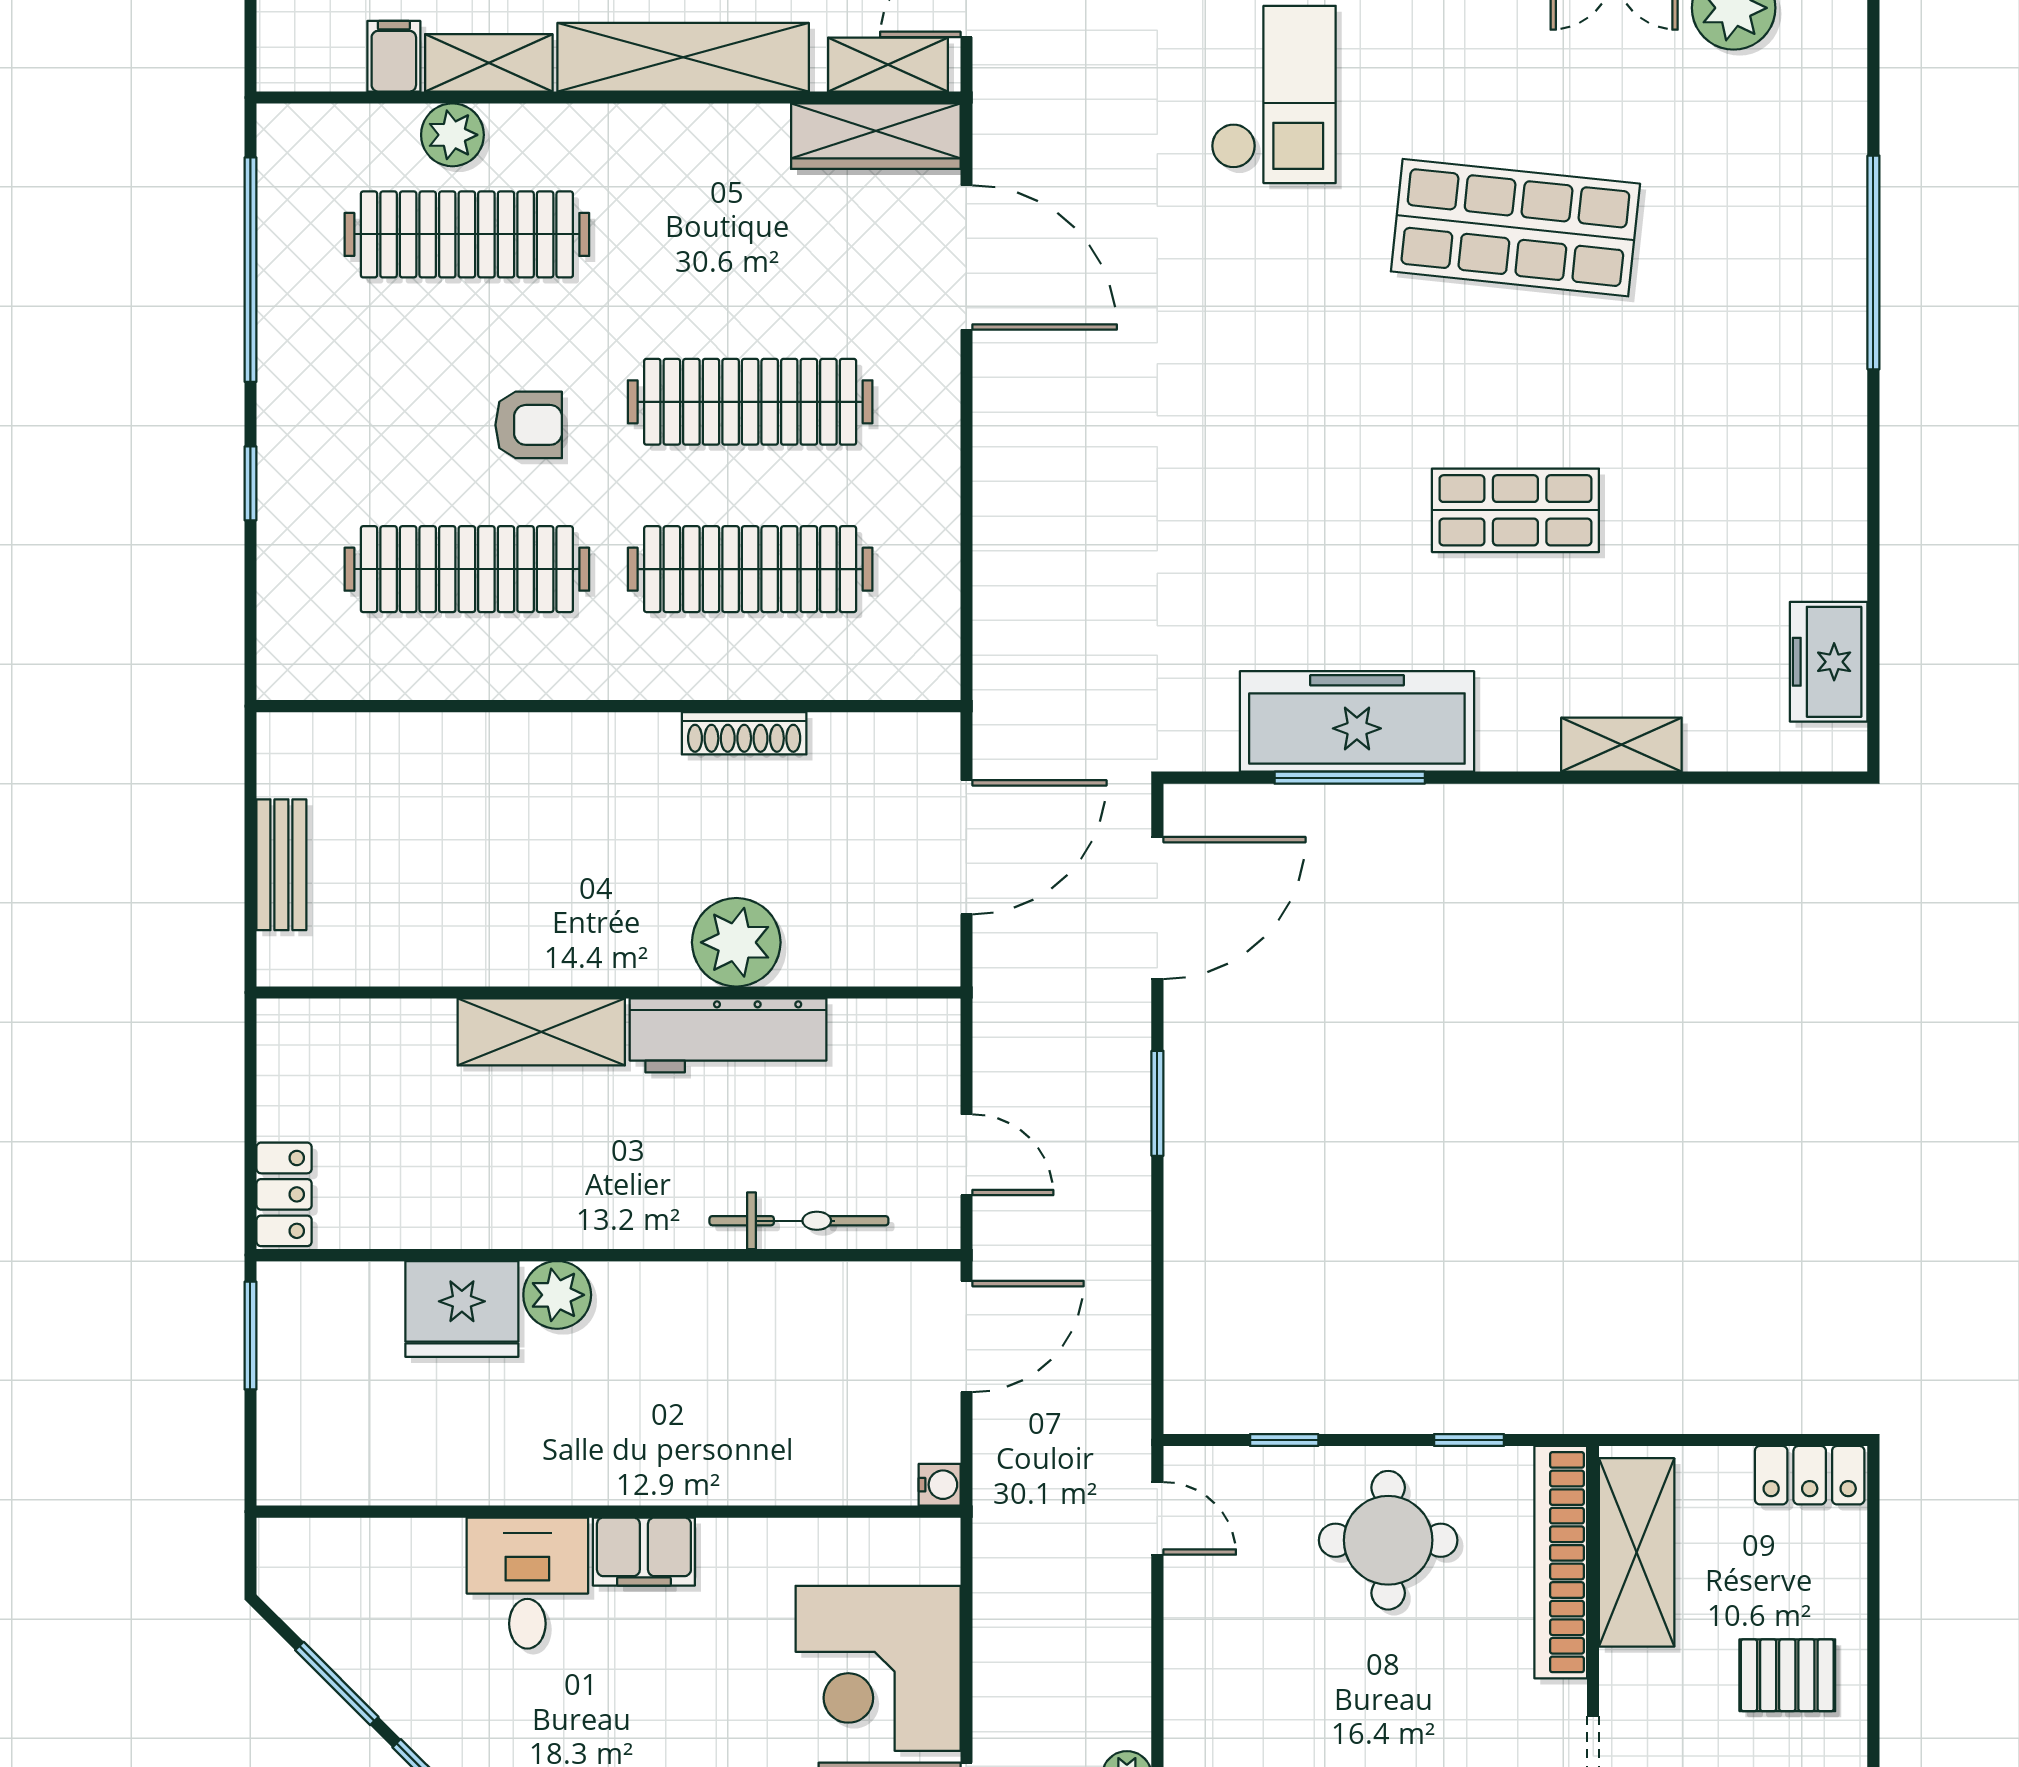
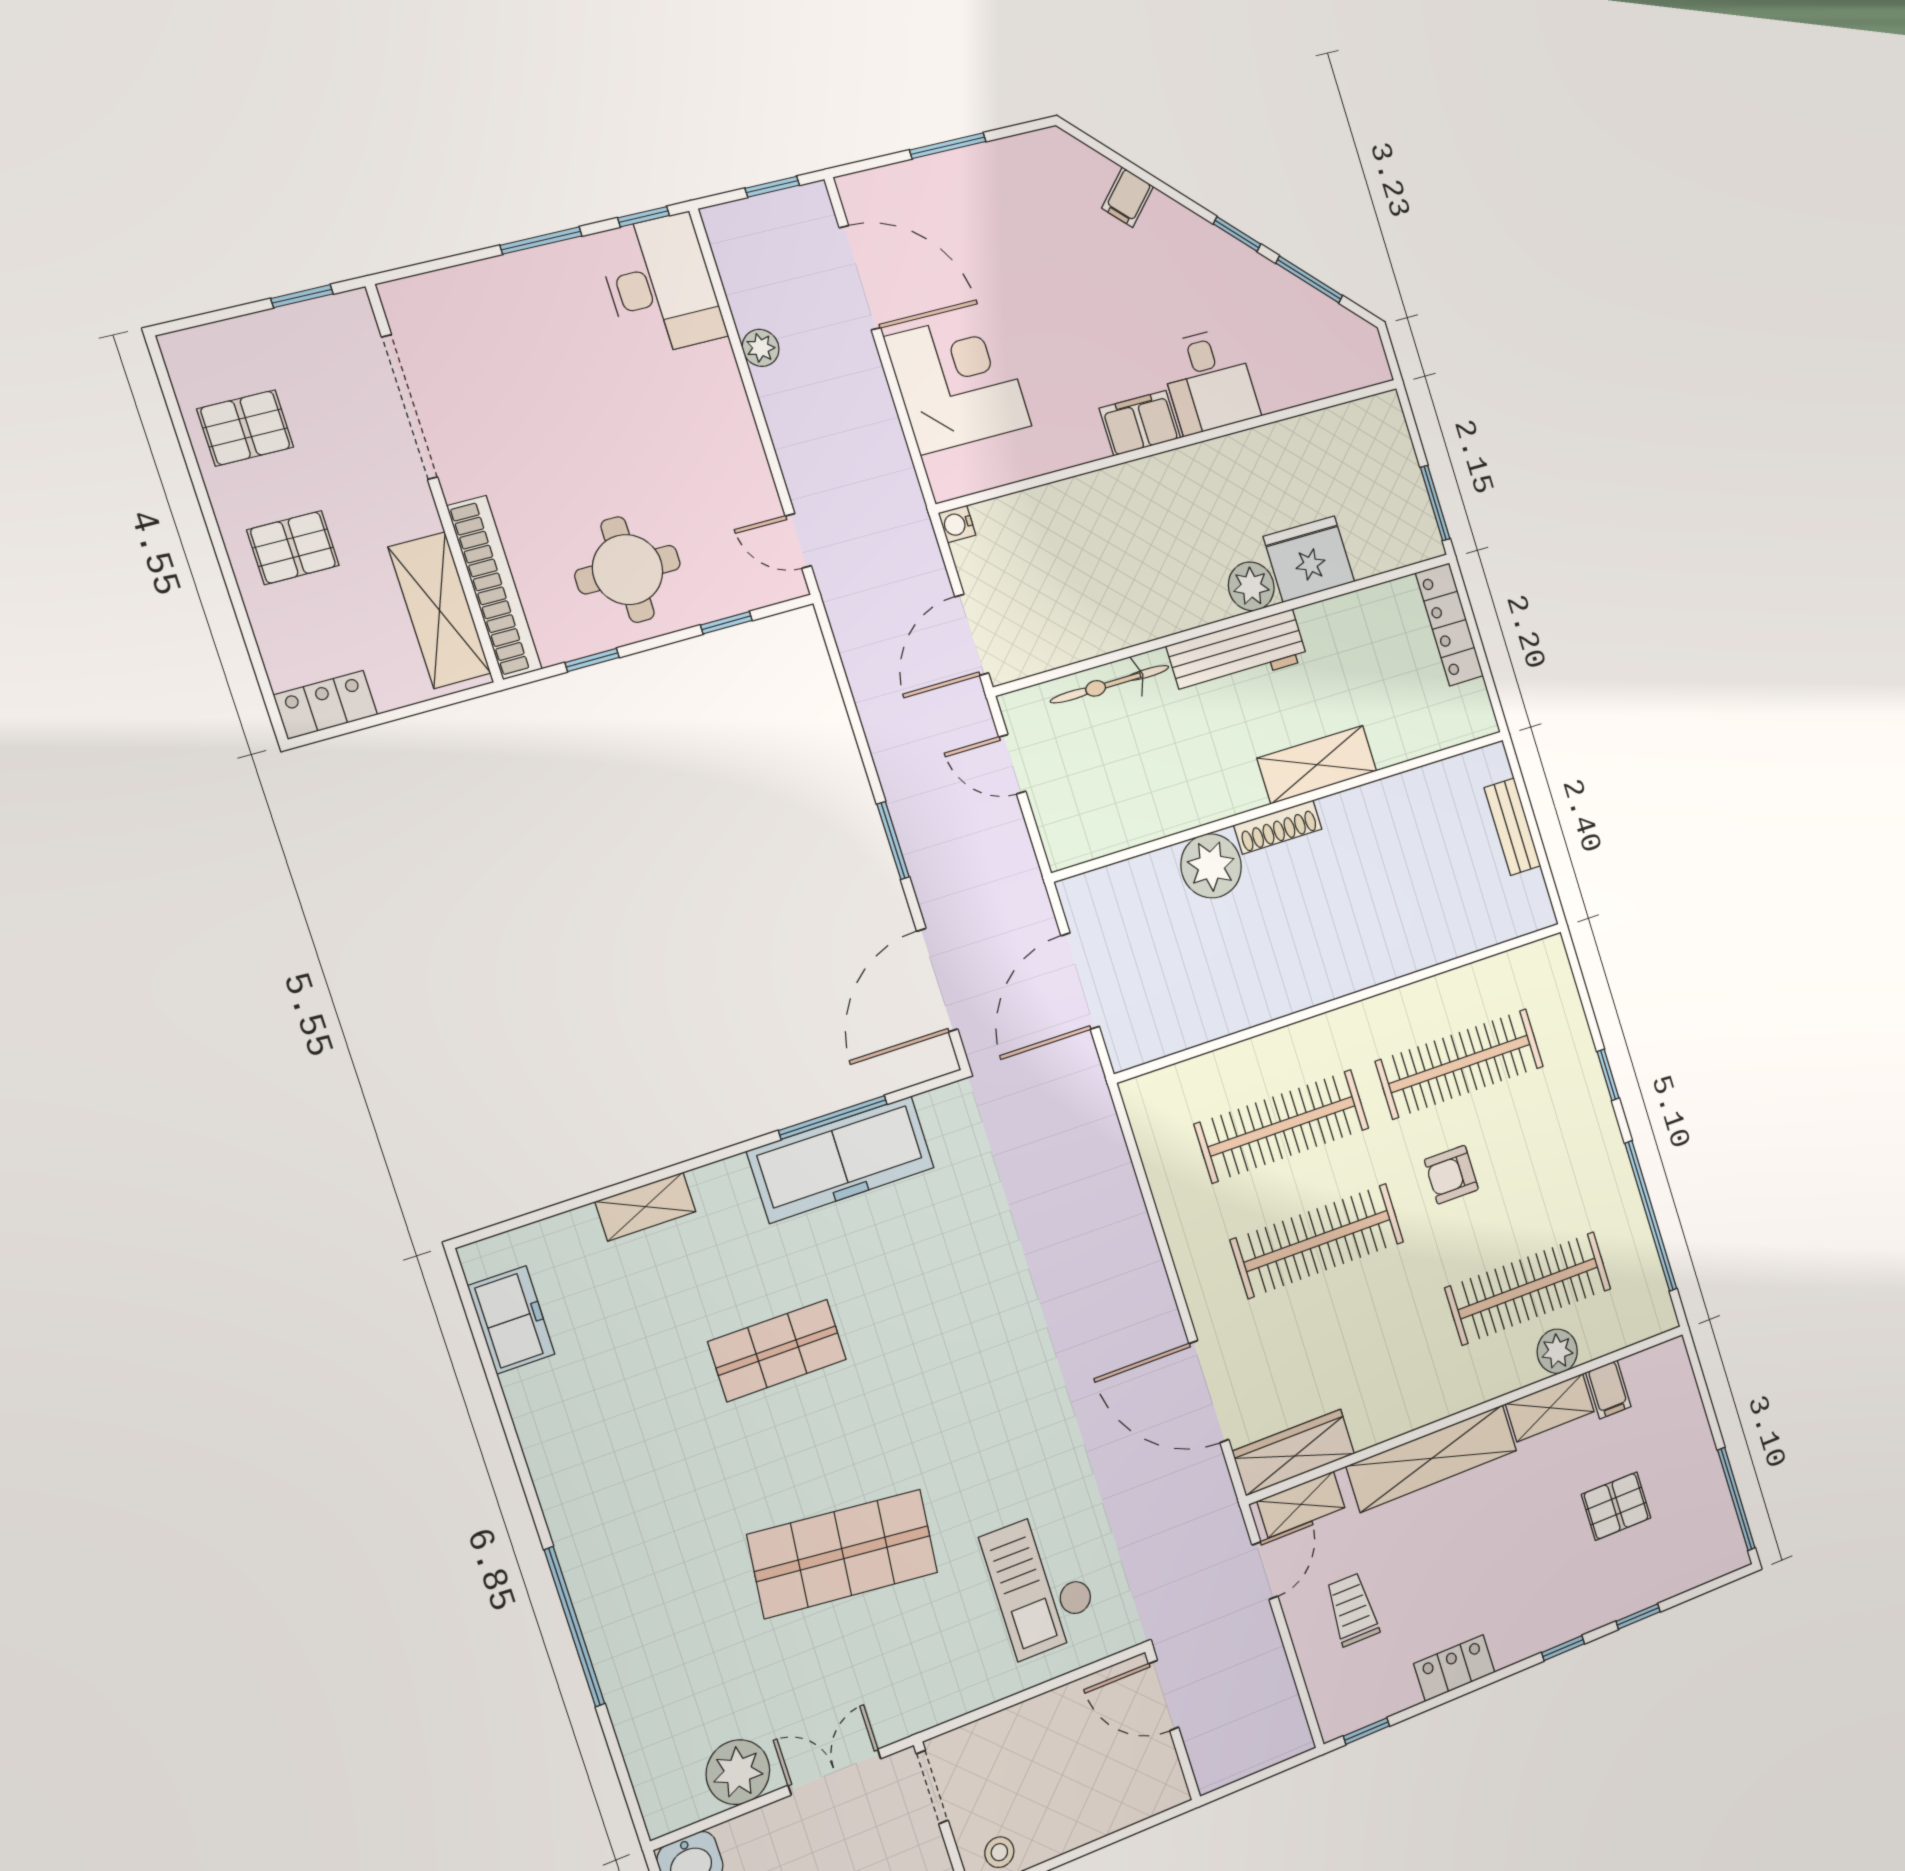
shoe rack: (744, 733) -> (1278, 827), moved, turned 180
workbench: (728, 1035) -> (1237, 653), moved, turned 180
locker: (284, 1194) -> (1449, 624), width x1.53

